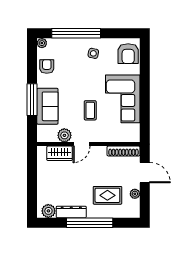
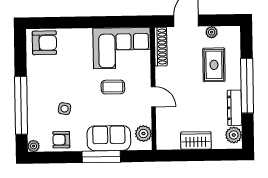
side table: (93, 53) -> (64, 109), moved
corner sofa: (123, 99) -> (122, 48), moved
plant: (64, 135) -> (143, 134), moved
wardrobe: (60, 153) -> (196, 141), moved, turned -90

